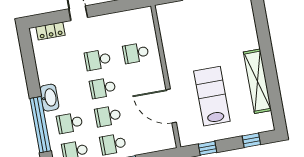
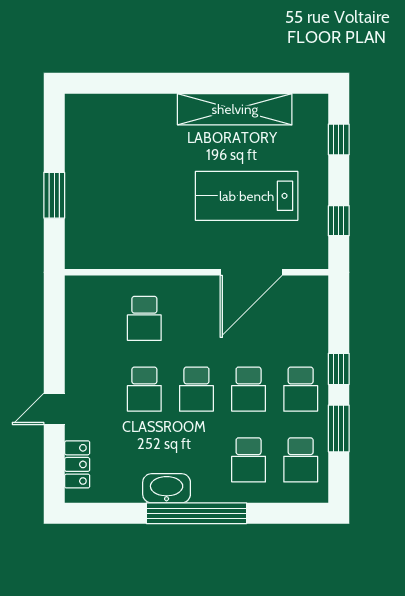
washbasin: (49, 98) -> (167, 488), moved
window: (40, 125) -> (196, 513), moved

